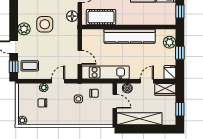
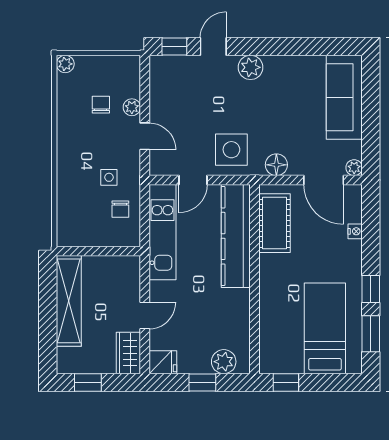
side table: (45, 24) -> (231, 150), moved
kitchen counter: (130, 36) -> (236, 236), moved
coffee table: (30, 66) -> (176, 79), removed
door: (147, 81) -> (145, 316), hinge flipped
boiler: (127, 88) -> (131, 276), removed
door: (115, 101) -> (104, 251), removed

